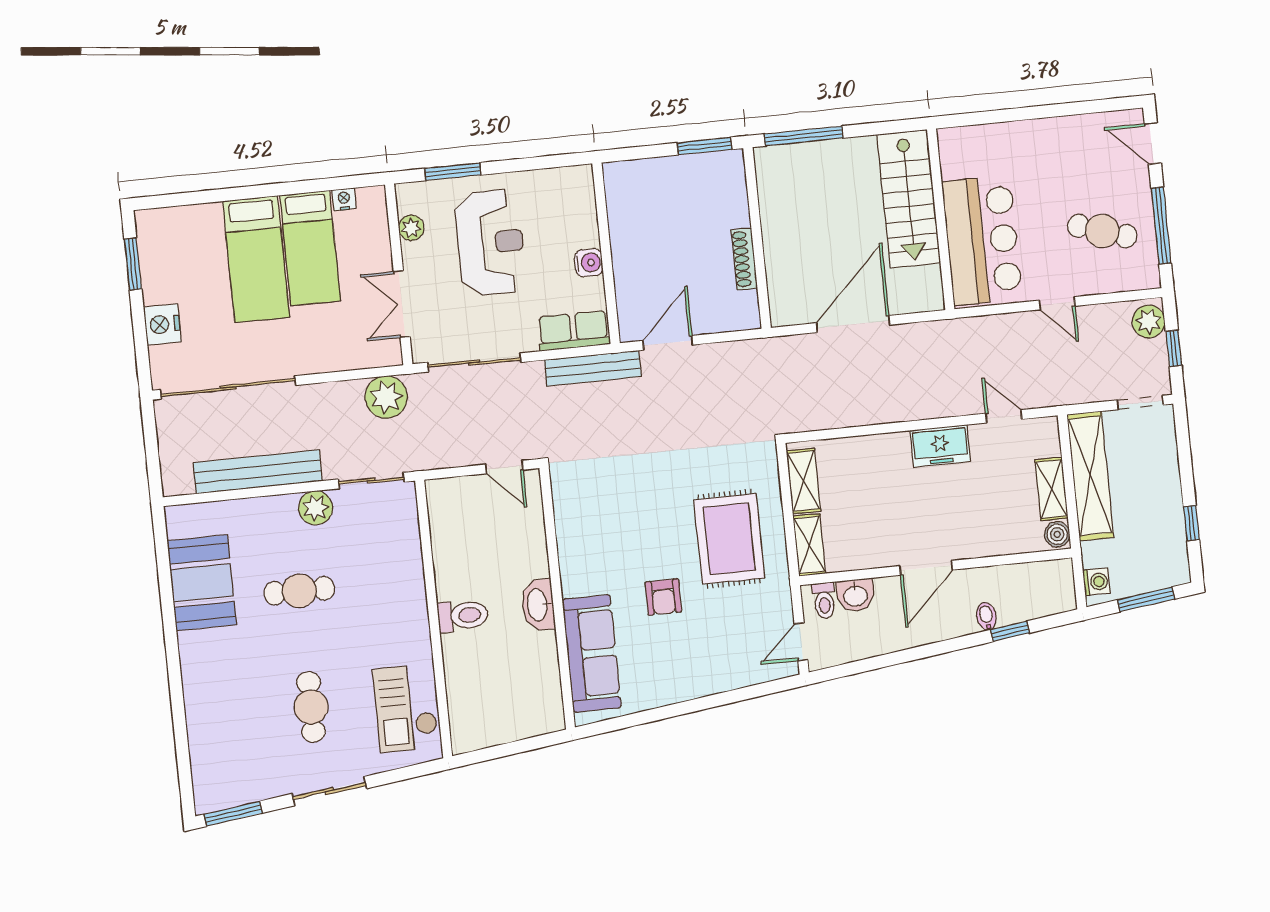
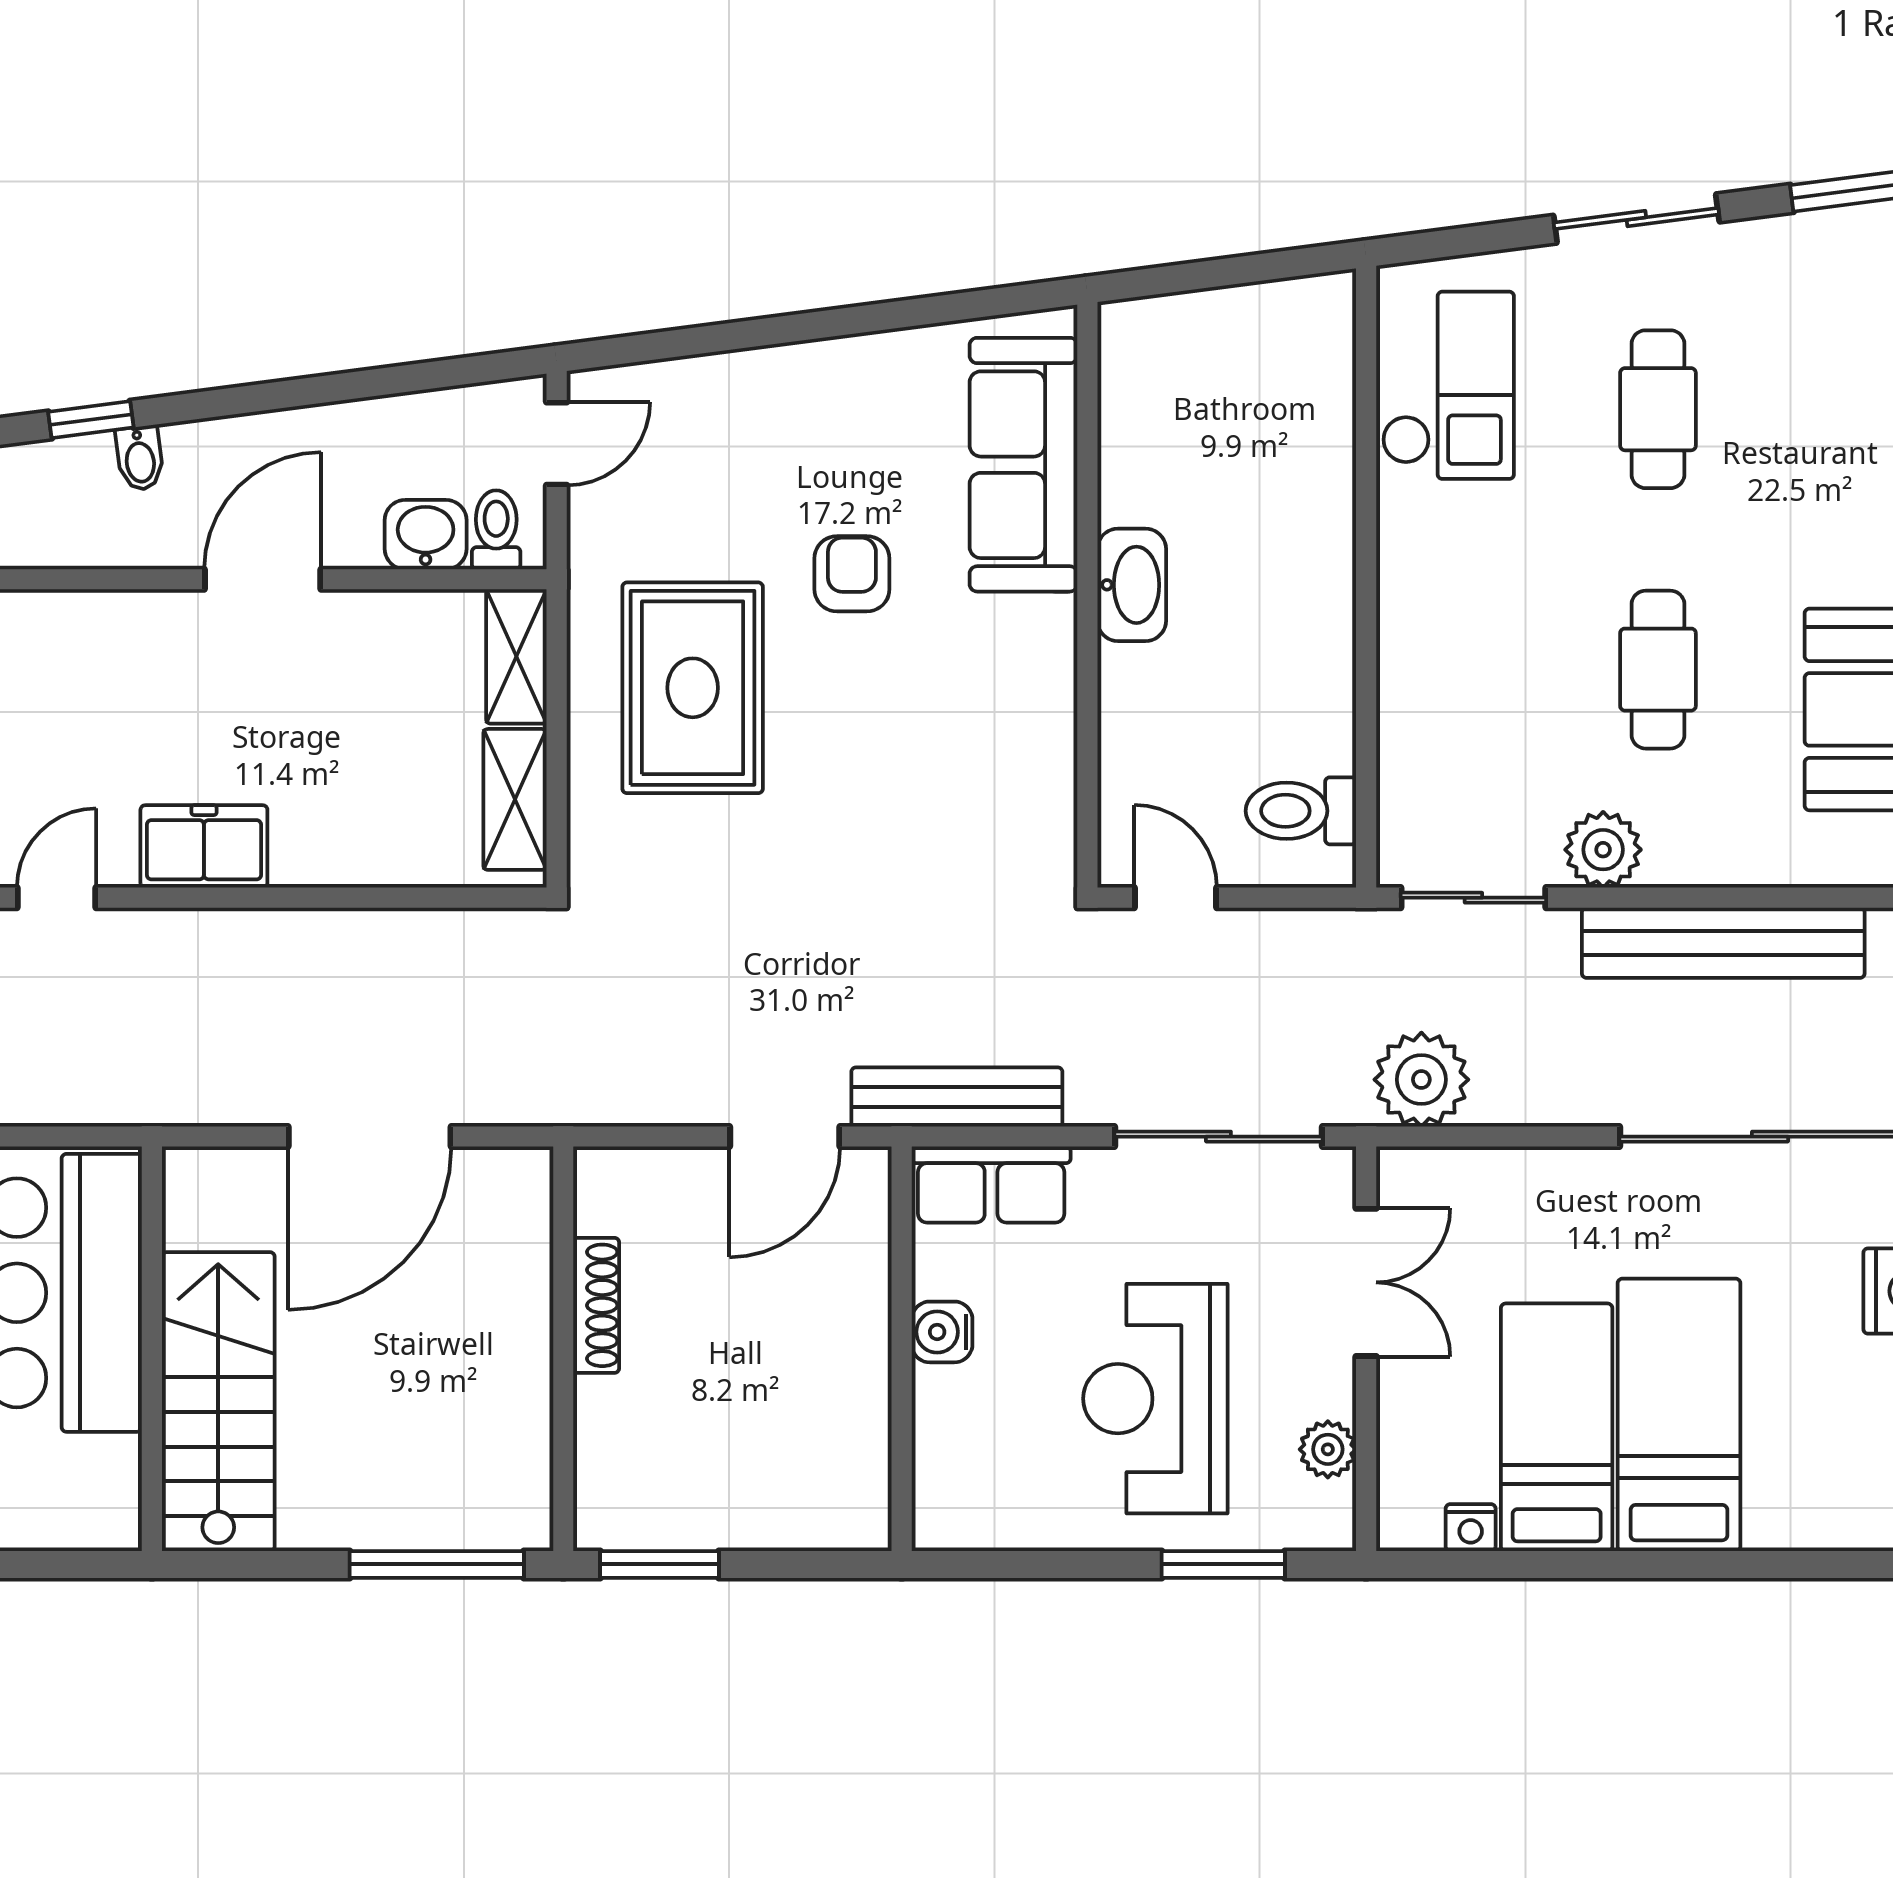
door: (1004, 416) -> (57, 898), swing flipped
cafe table: (299, 591) -> (1658, 670), turned 90
toilet: (463, 616) -> (1301, 811), moved

